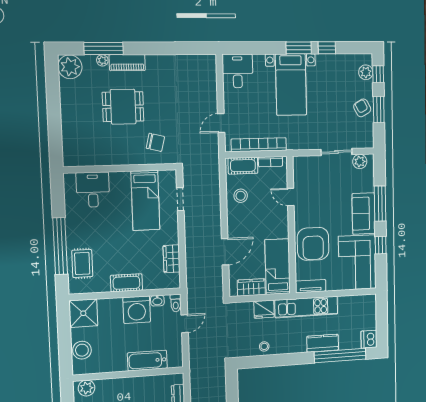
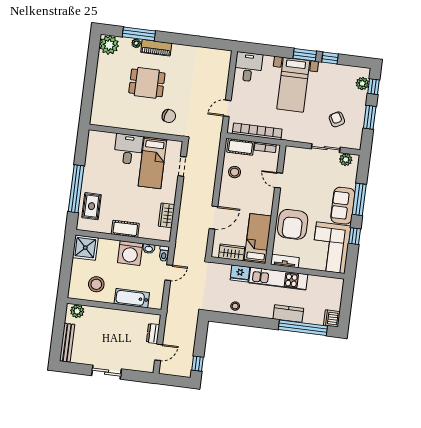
armchair: (362, 108) -> (337, 119), moved
desk: (93, 190) -> (128, 149), moved
stool: (82, 350) -> (96, 284), moved

